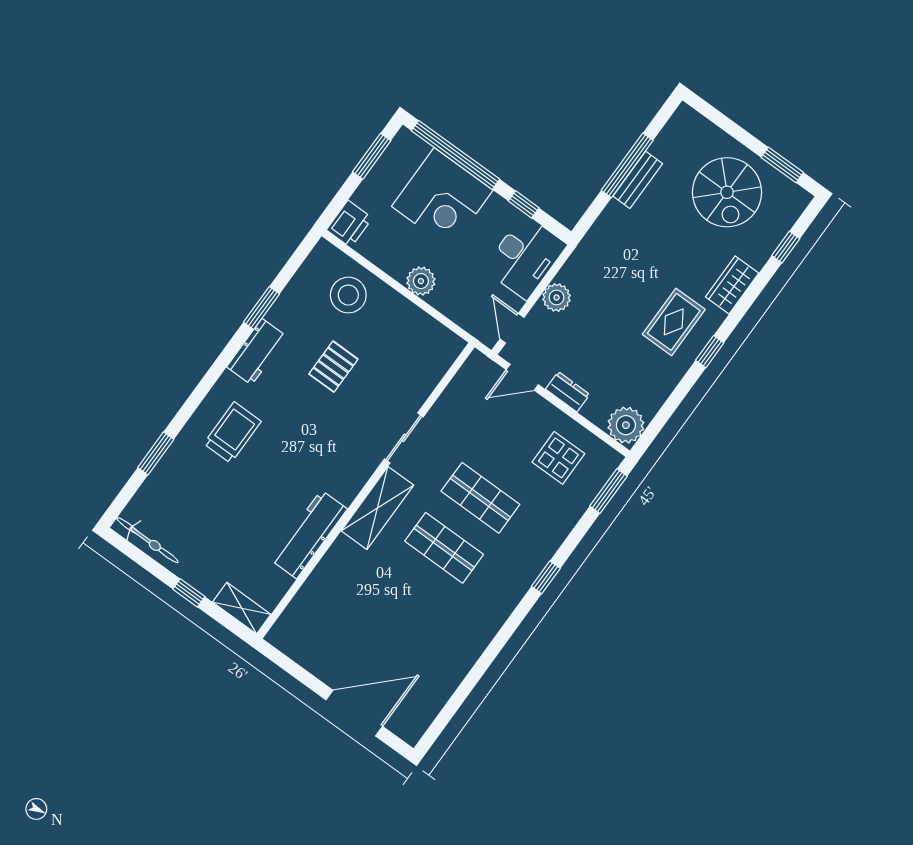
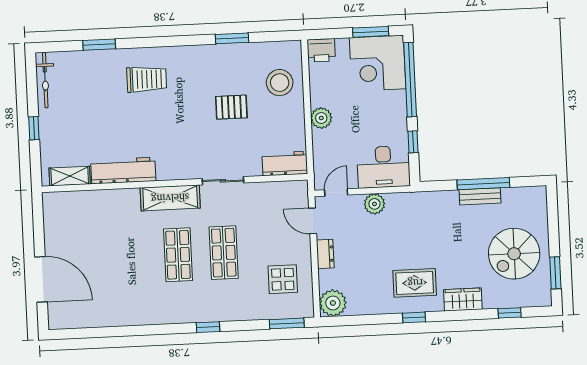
corner desk: (442, 198) -> (378, 63), moved
workbench: (257, 352) -> (285, 163), moved, turned 180
shelving: (242, 608) -> (70, 176), moved, turned 90

